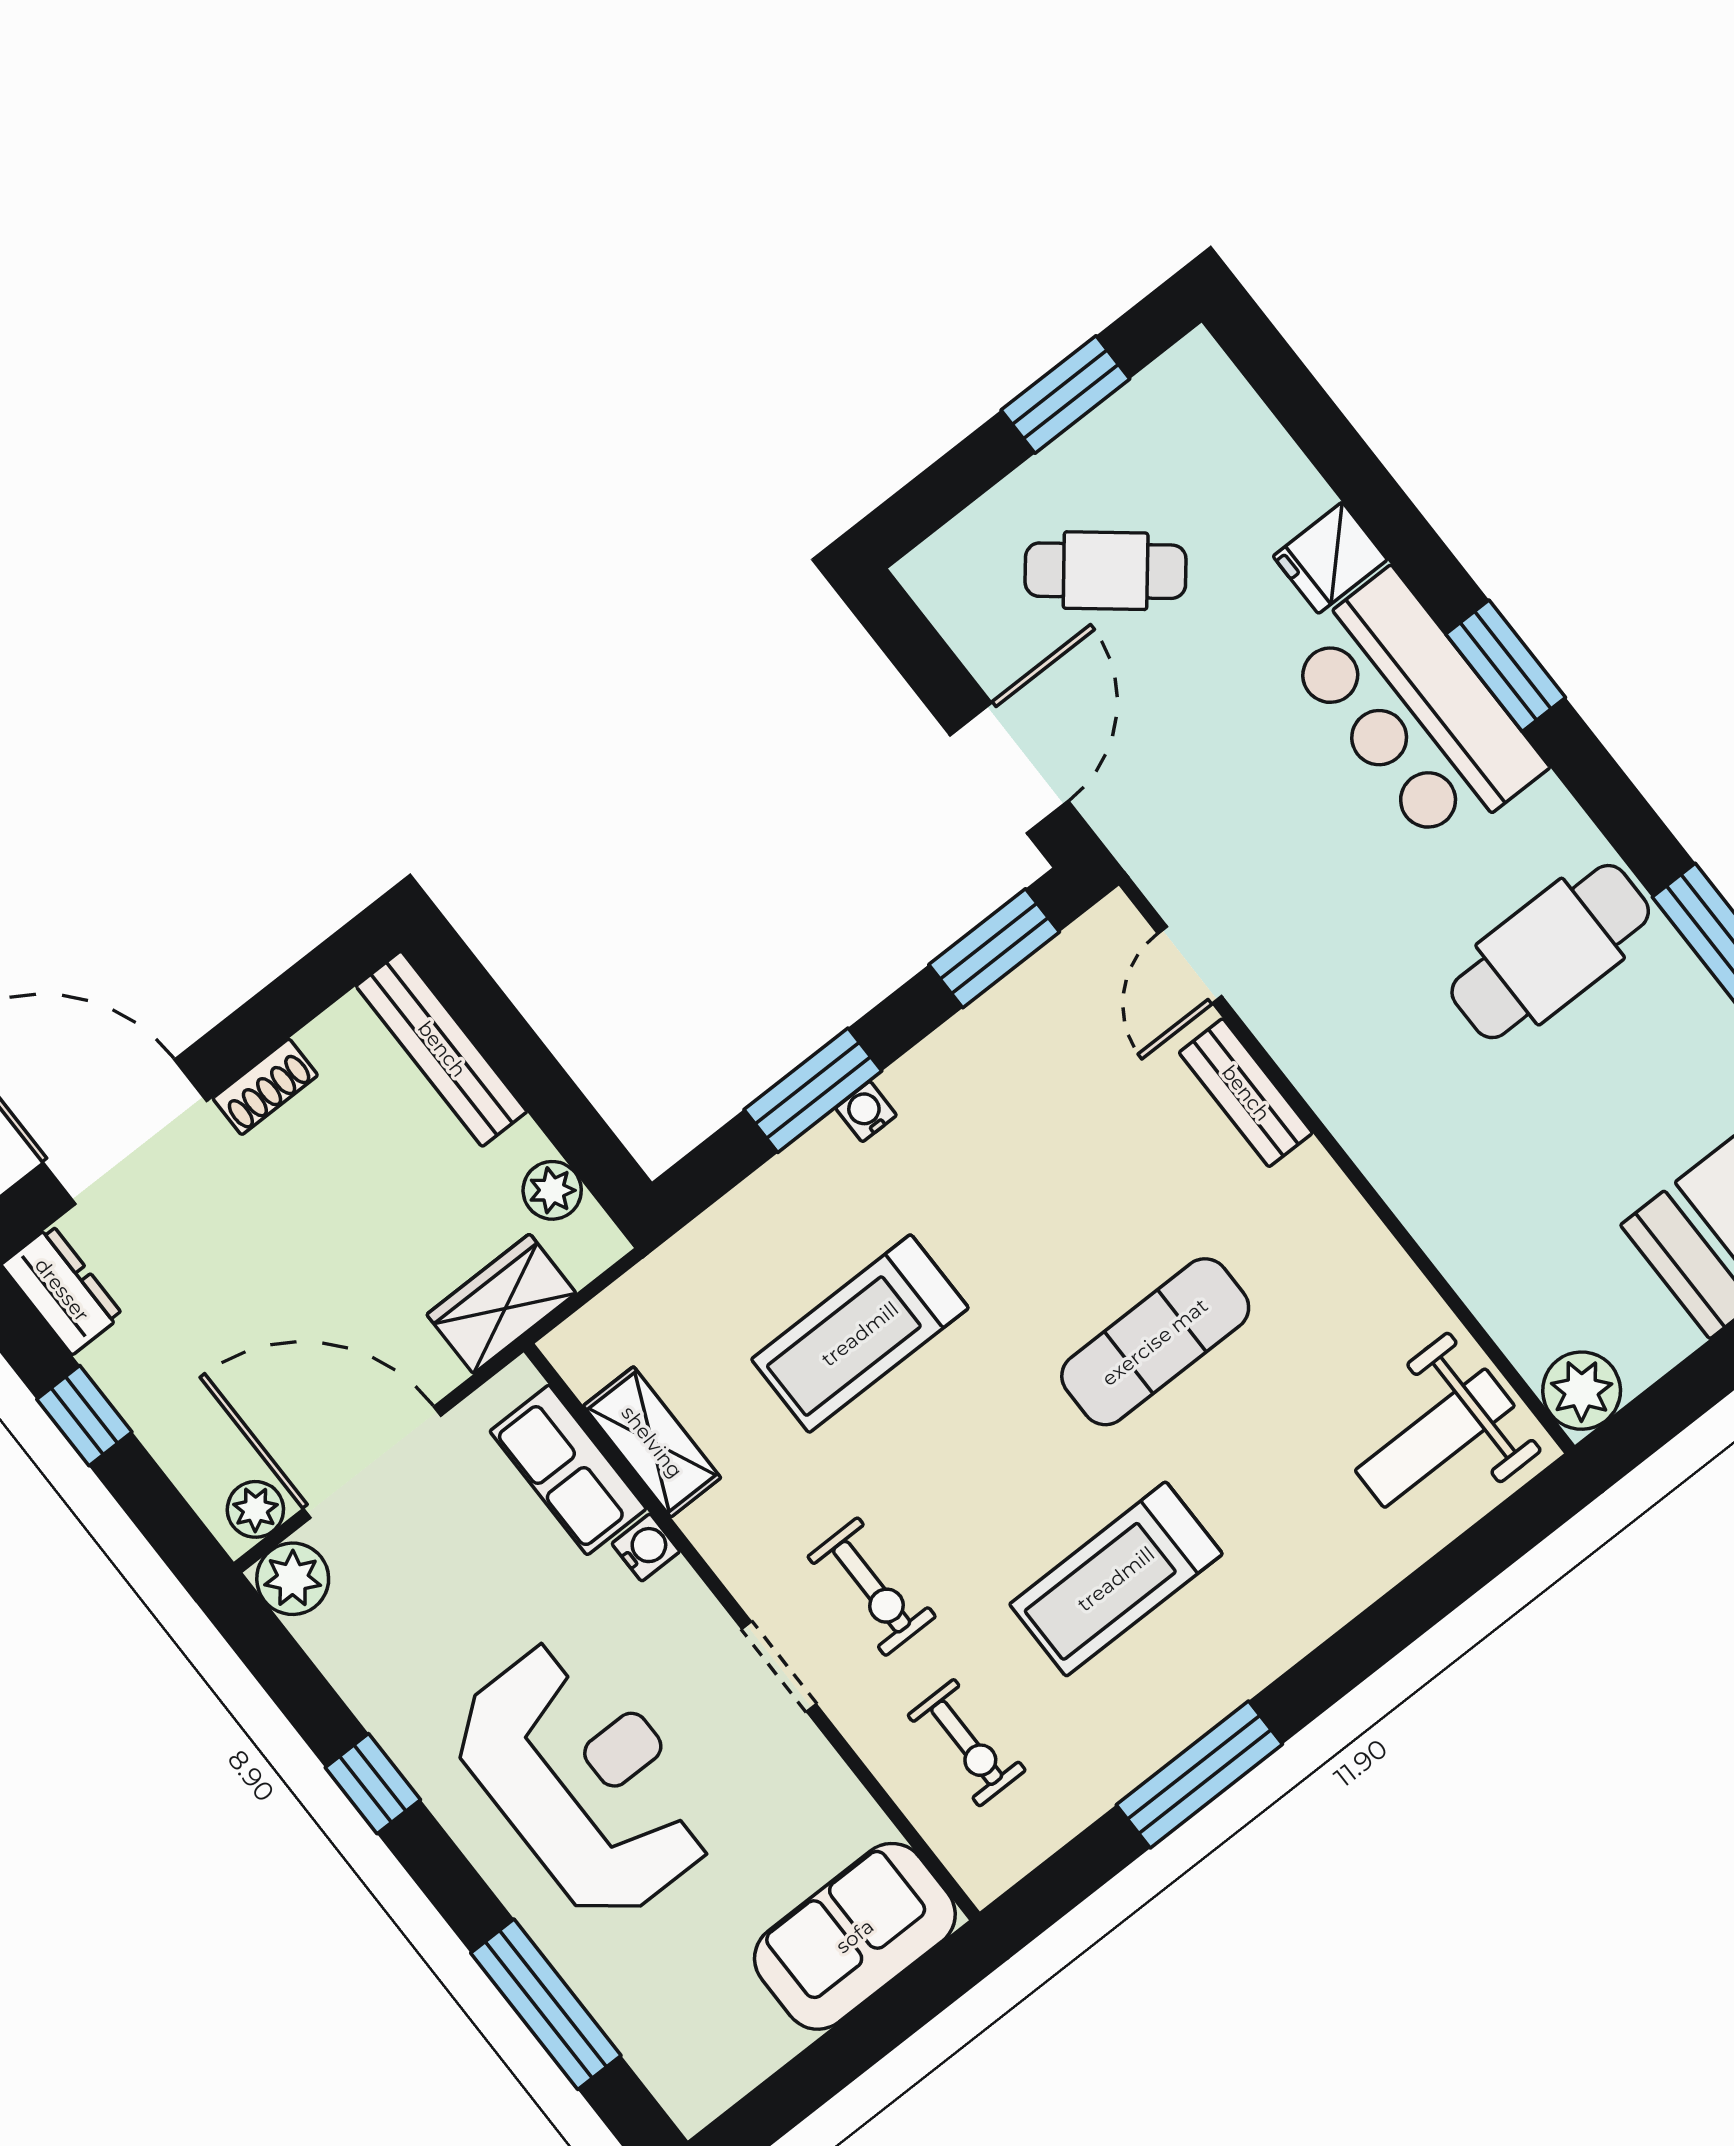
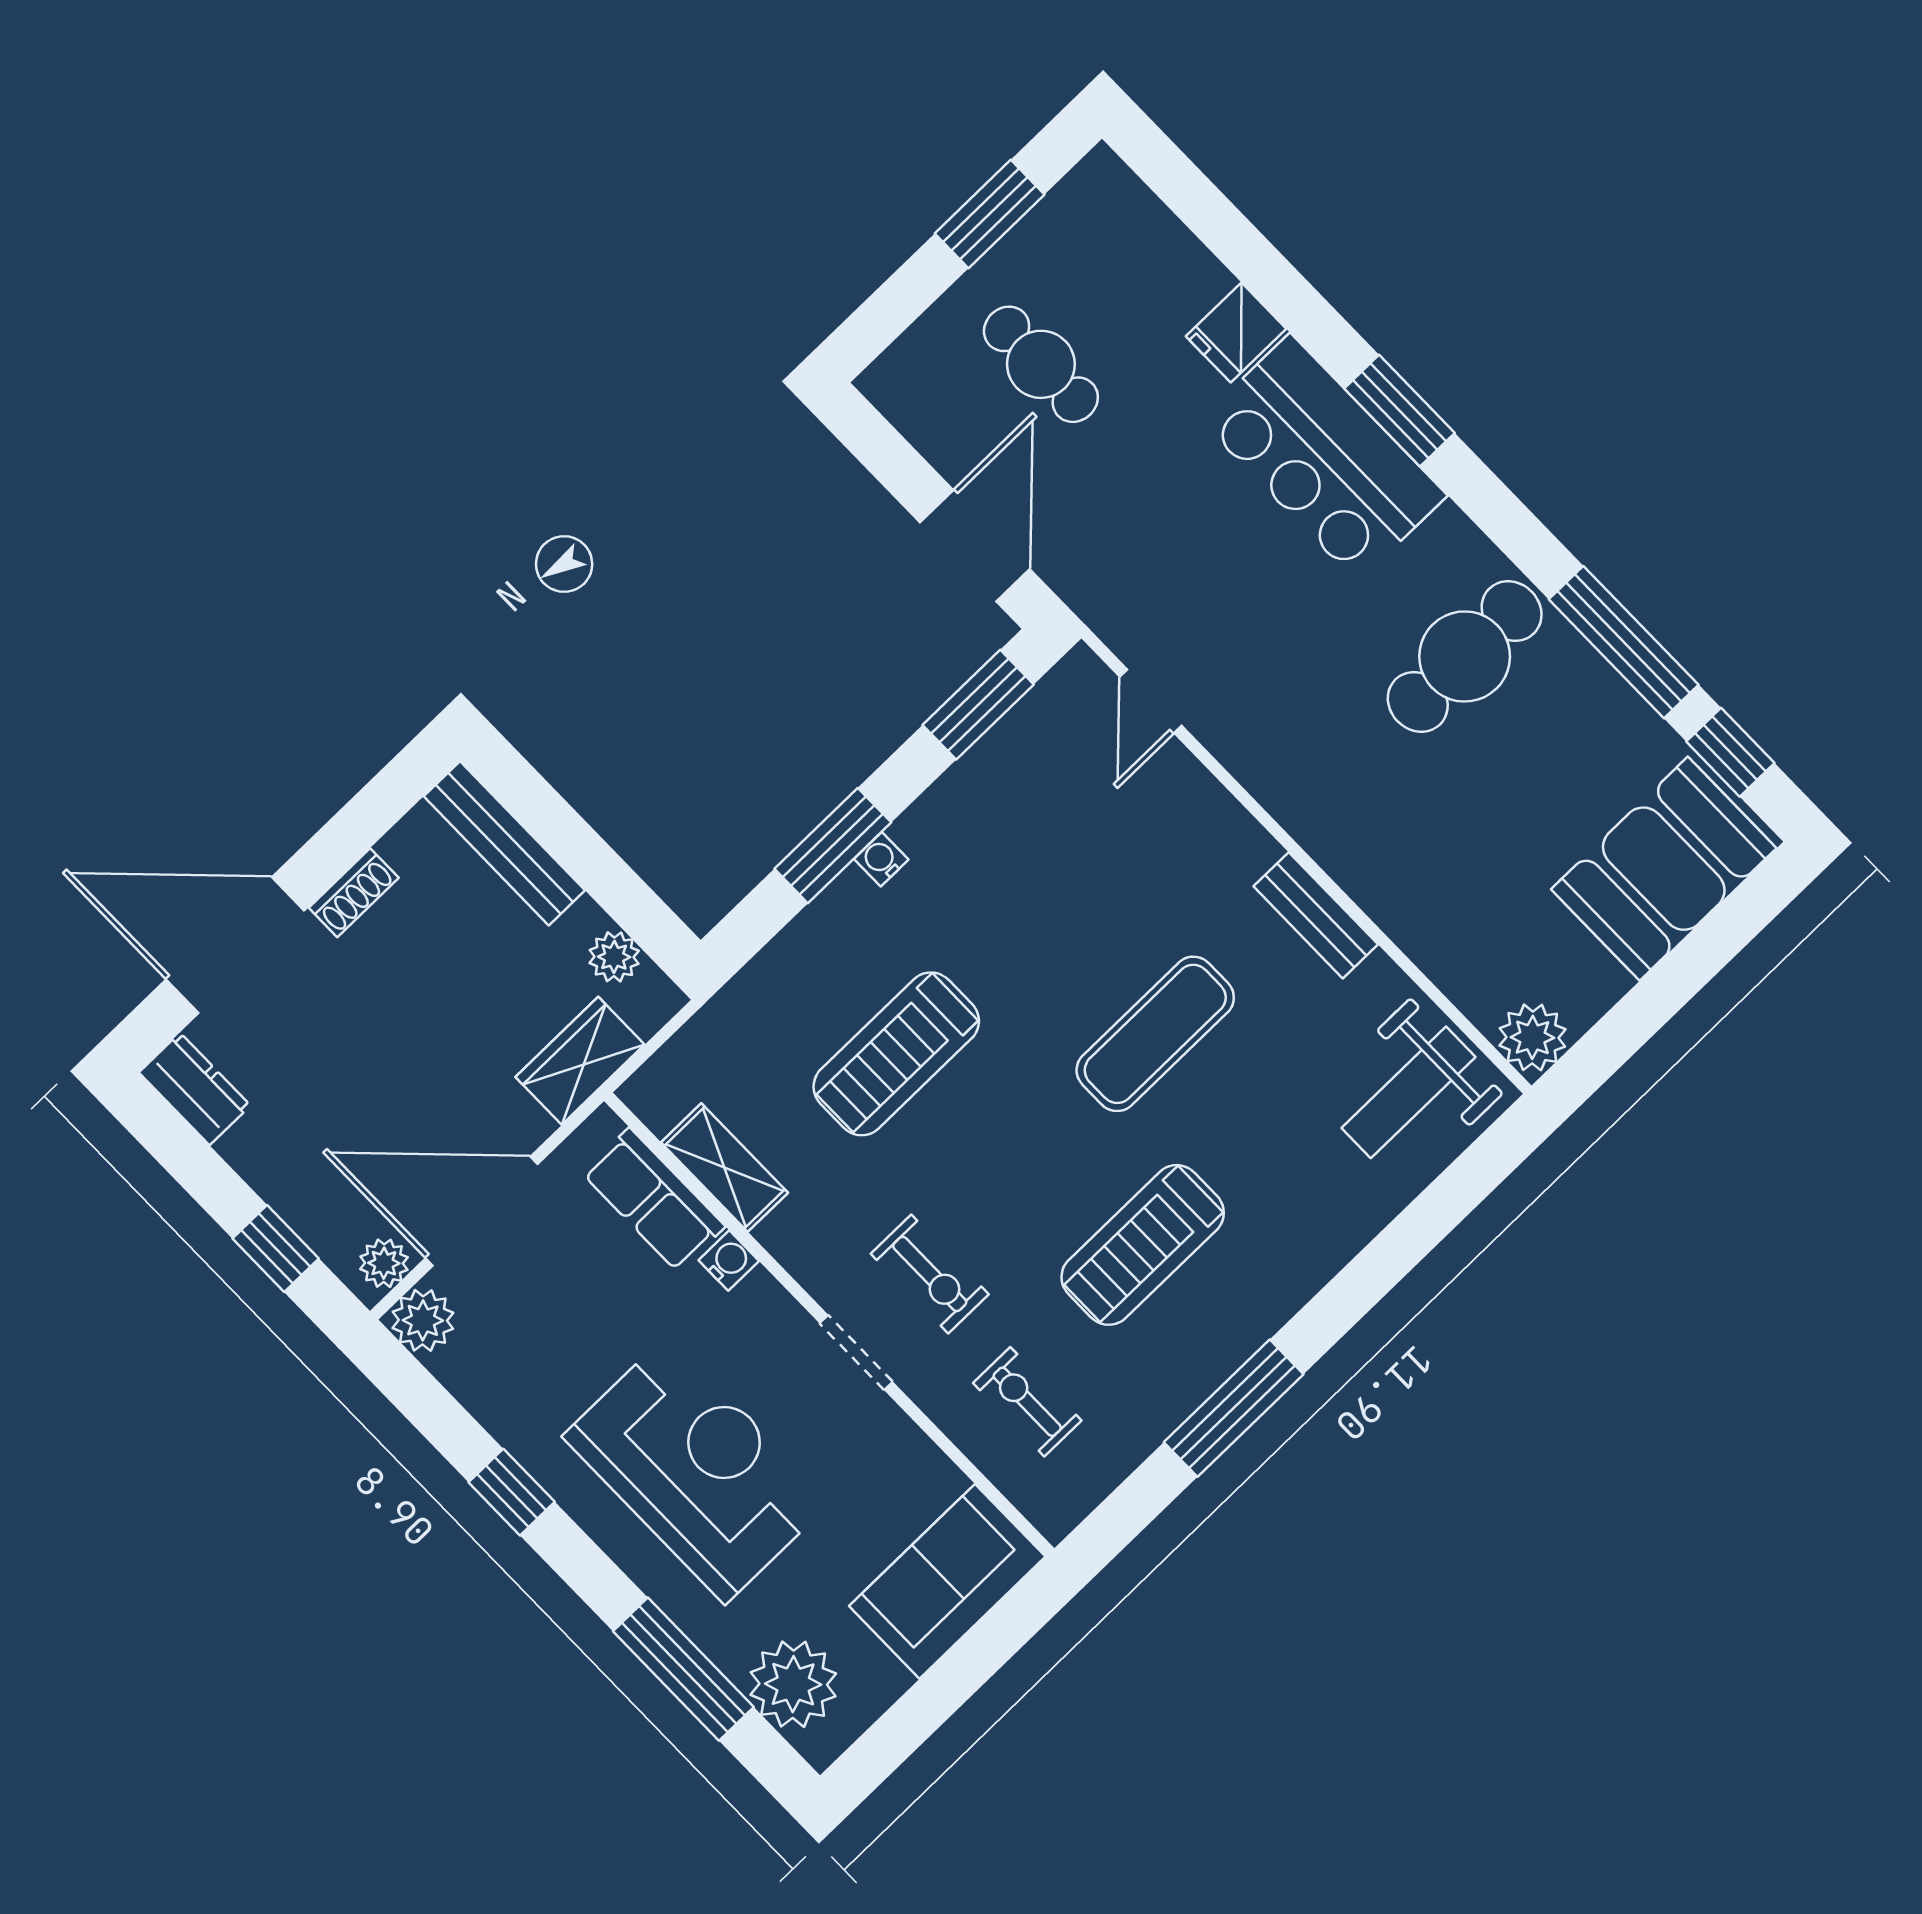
cafe table: (1106, 571) -> (1041, 364), turned 51
bench: (1246, 1093) -> (1316, 915), moved
window: (84, 1416) -> (276, 1249), moved
exercise bike: (967, 1743) -> (1027, 1402), turned 180
plant: (668, 2034) -> (793, 1684), added

